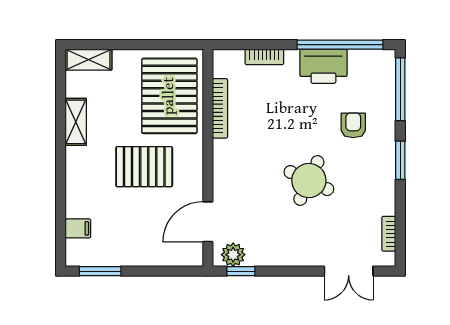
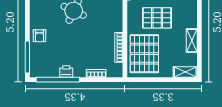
printer: (323, 66) -> (66, 71), width x0.53, depth x0.68
armchair: (353, 125) -> (40, 36), moved
window: (400, 160) -> (27, 21), removed

